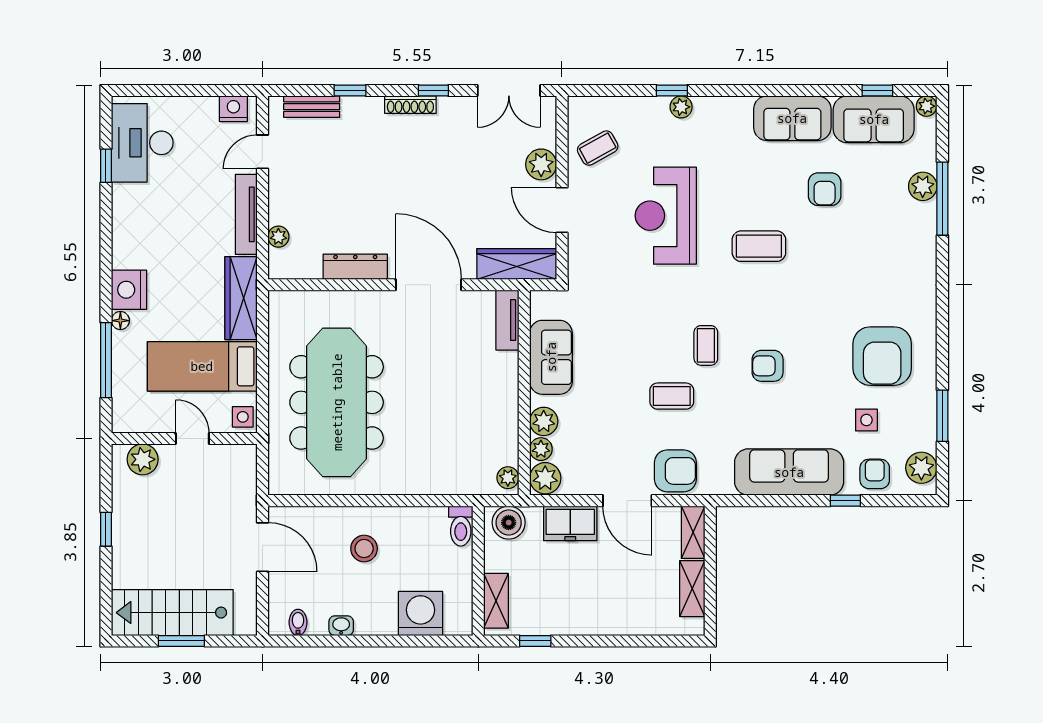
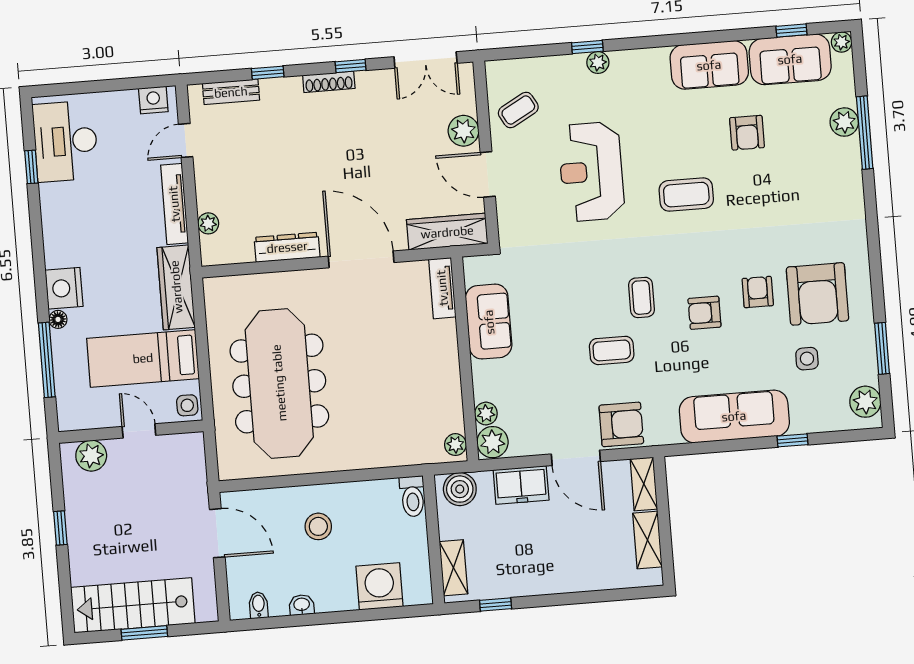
plant: (544, 421) -> (487, 386), removed
armchair: (875, 474) -> (758, 292), moved

